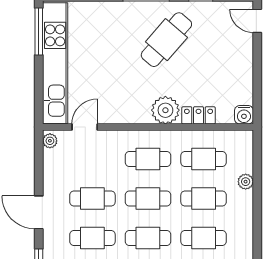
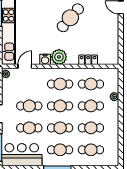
plant: (165, 110) -> (59, 57), moved
water cooler: (244, 115) -> (45, 59), moved

